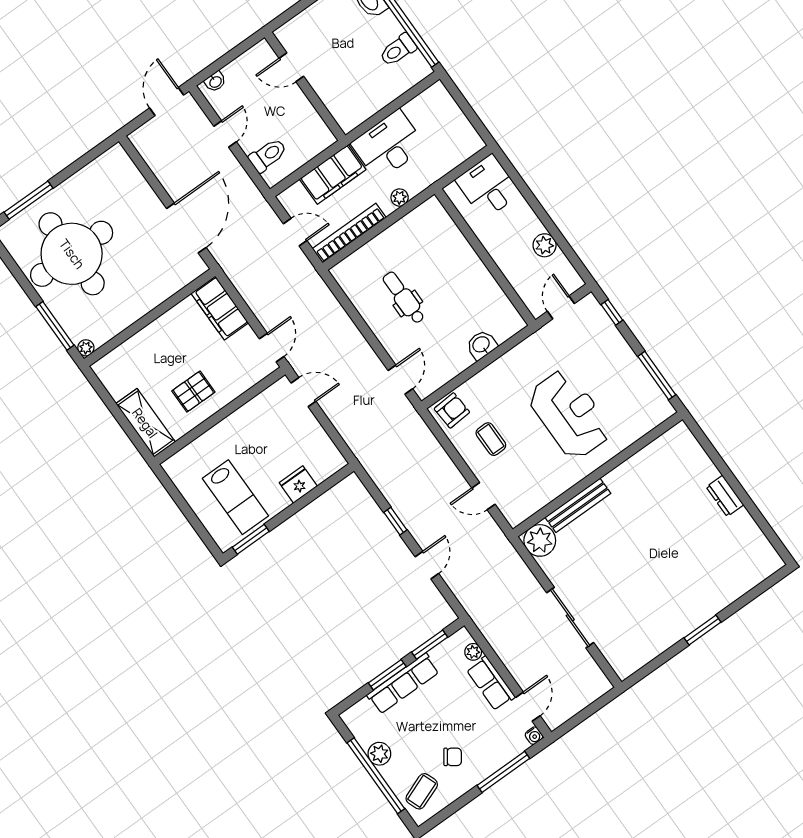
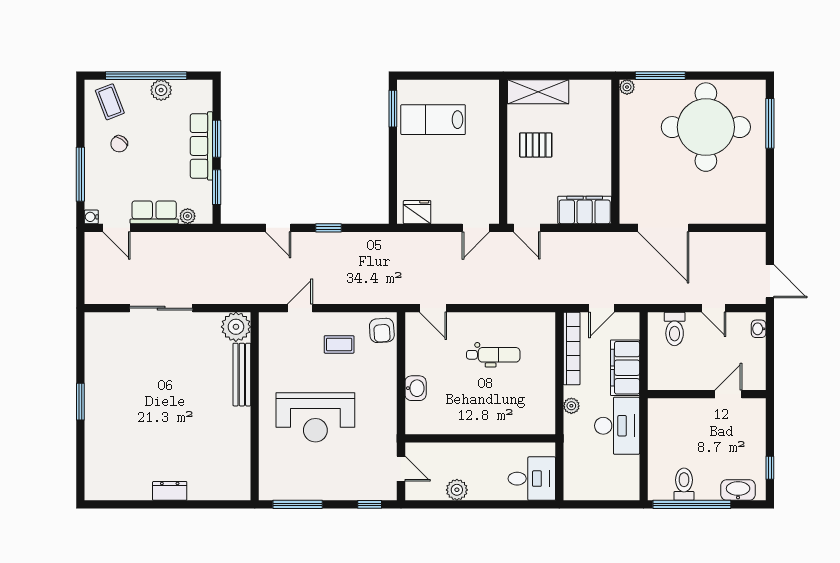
pallet: (193, 391) -> (536, 145), turned 90
fridge: (298, 484) -> (417, 212), moved, turned -90

